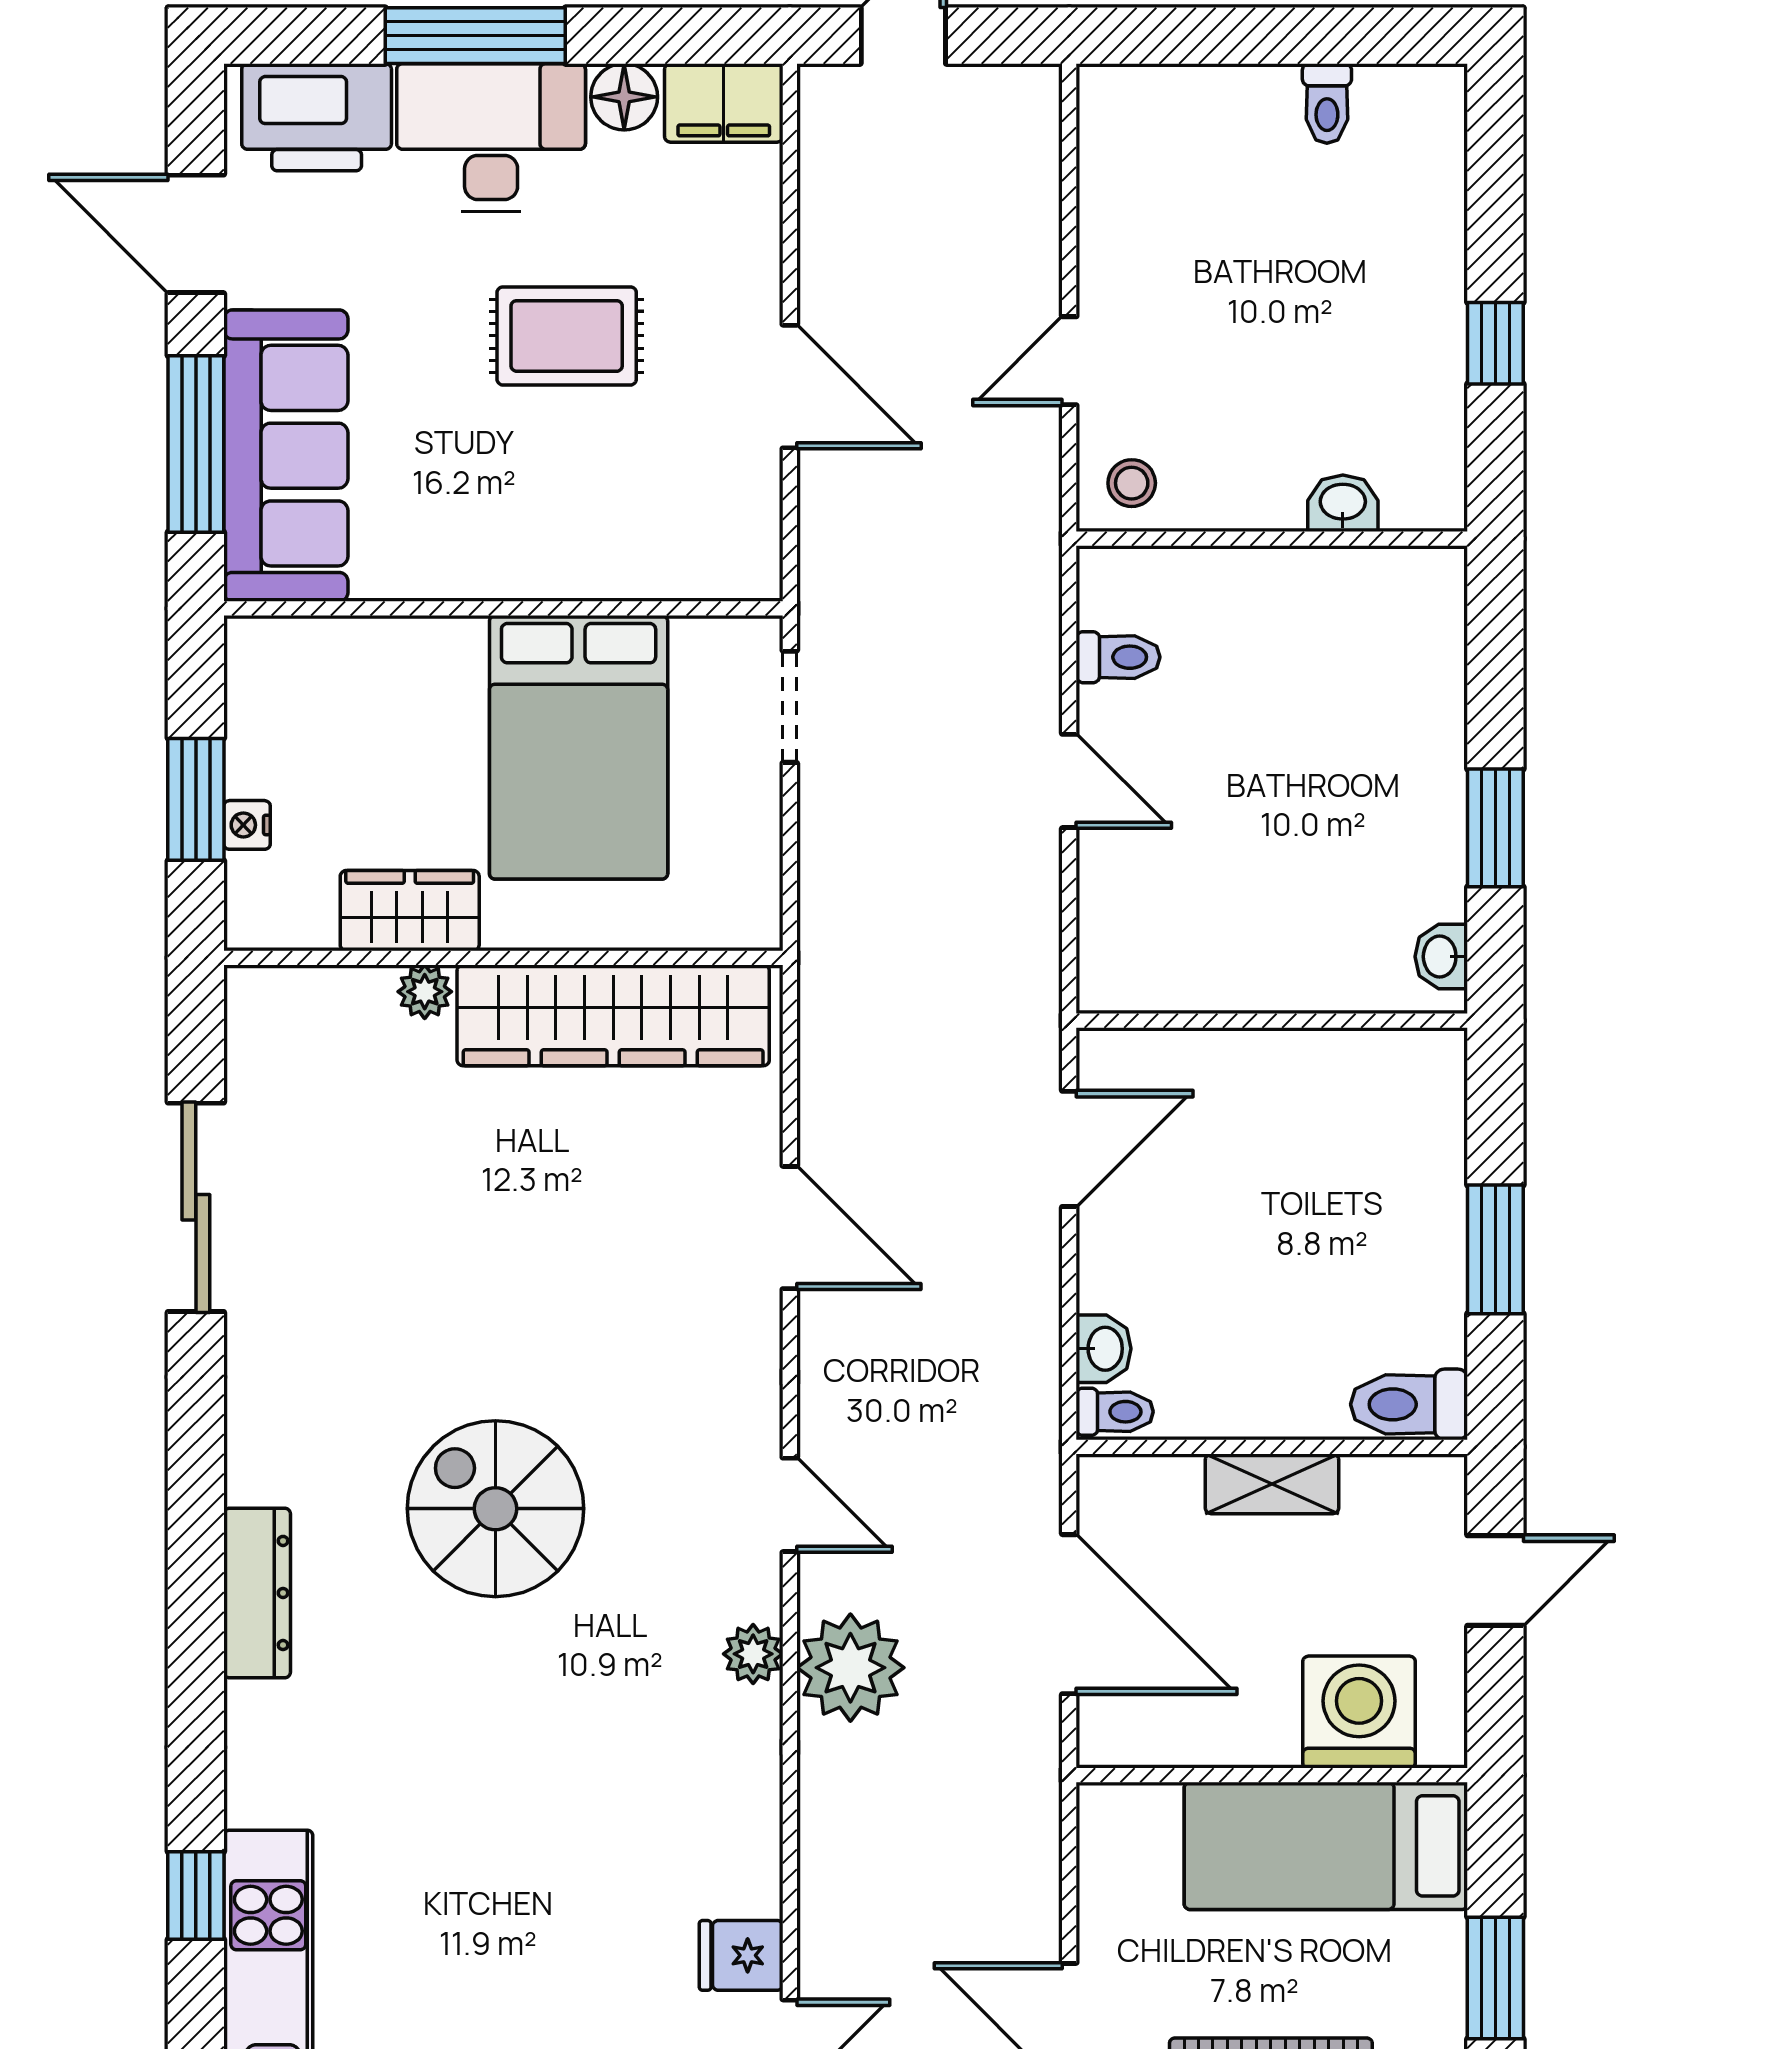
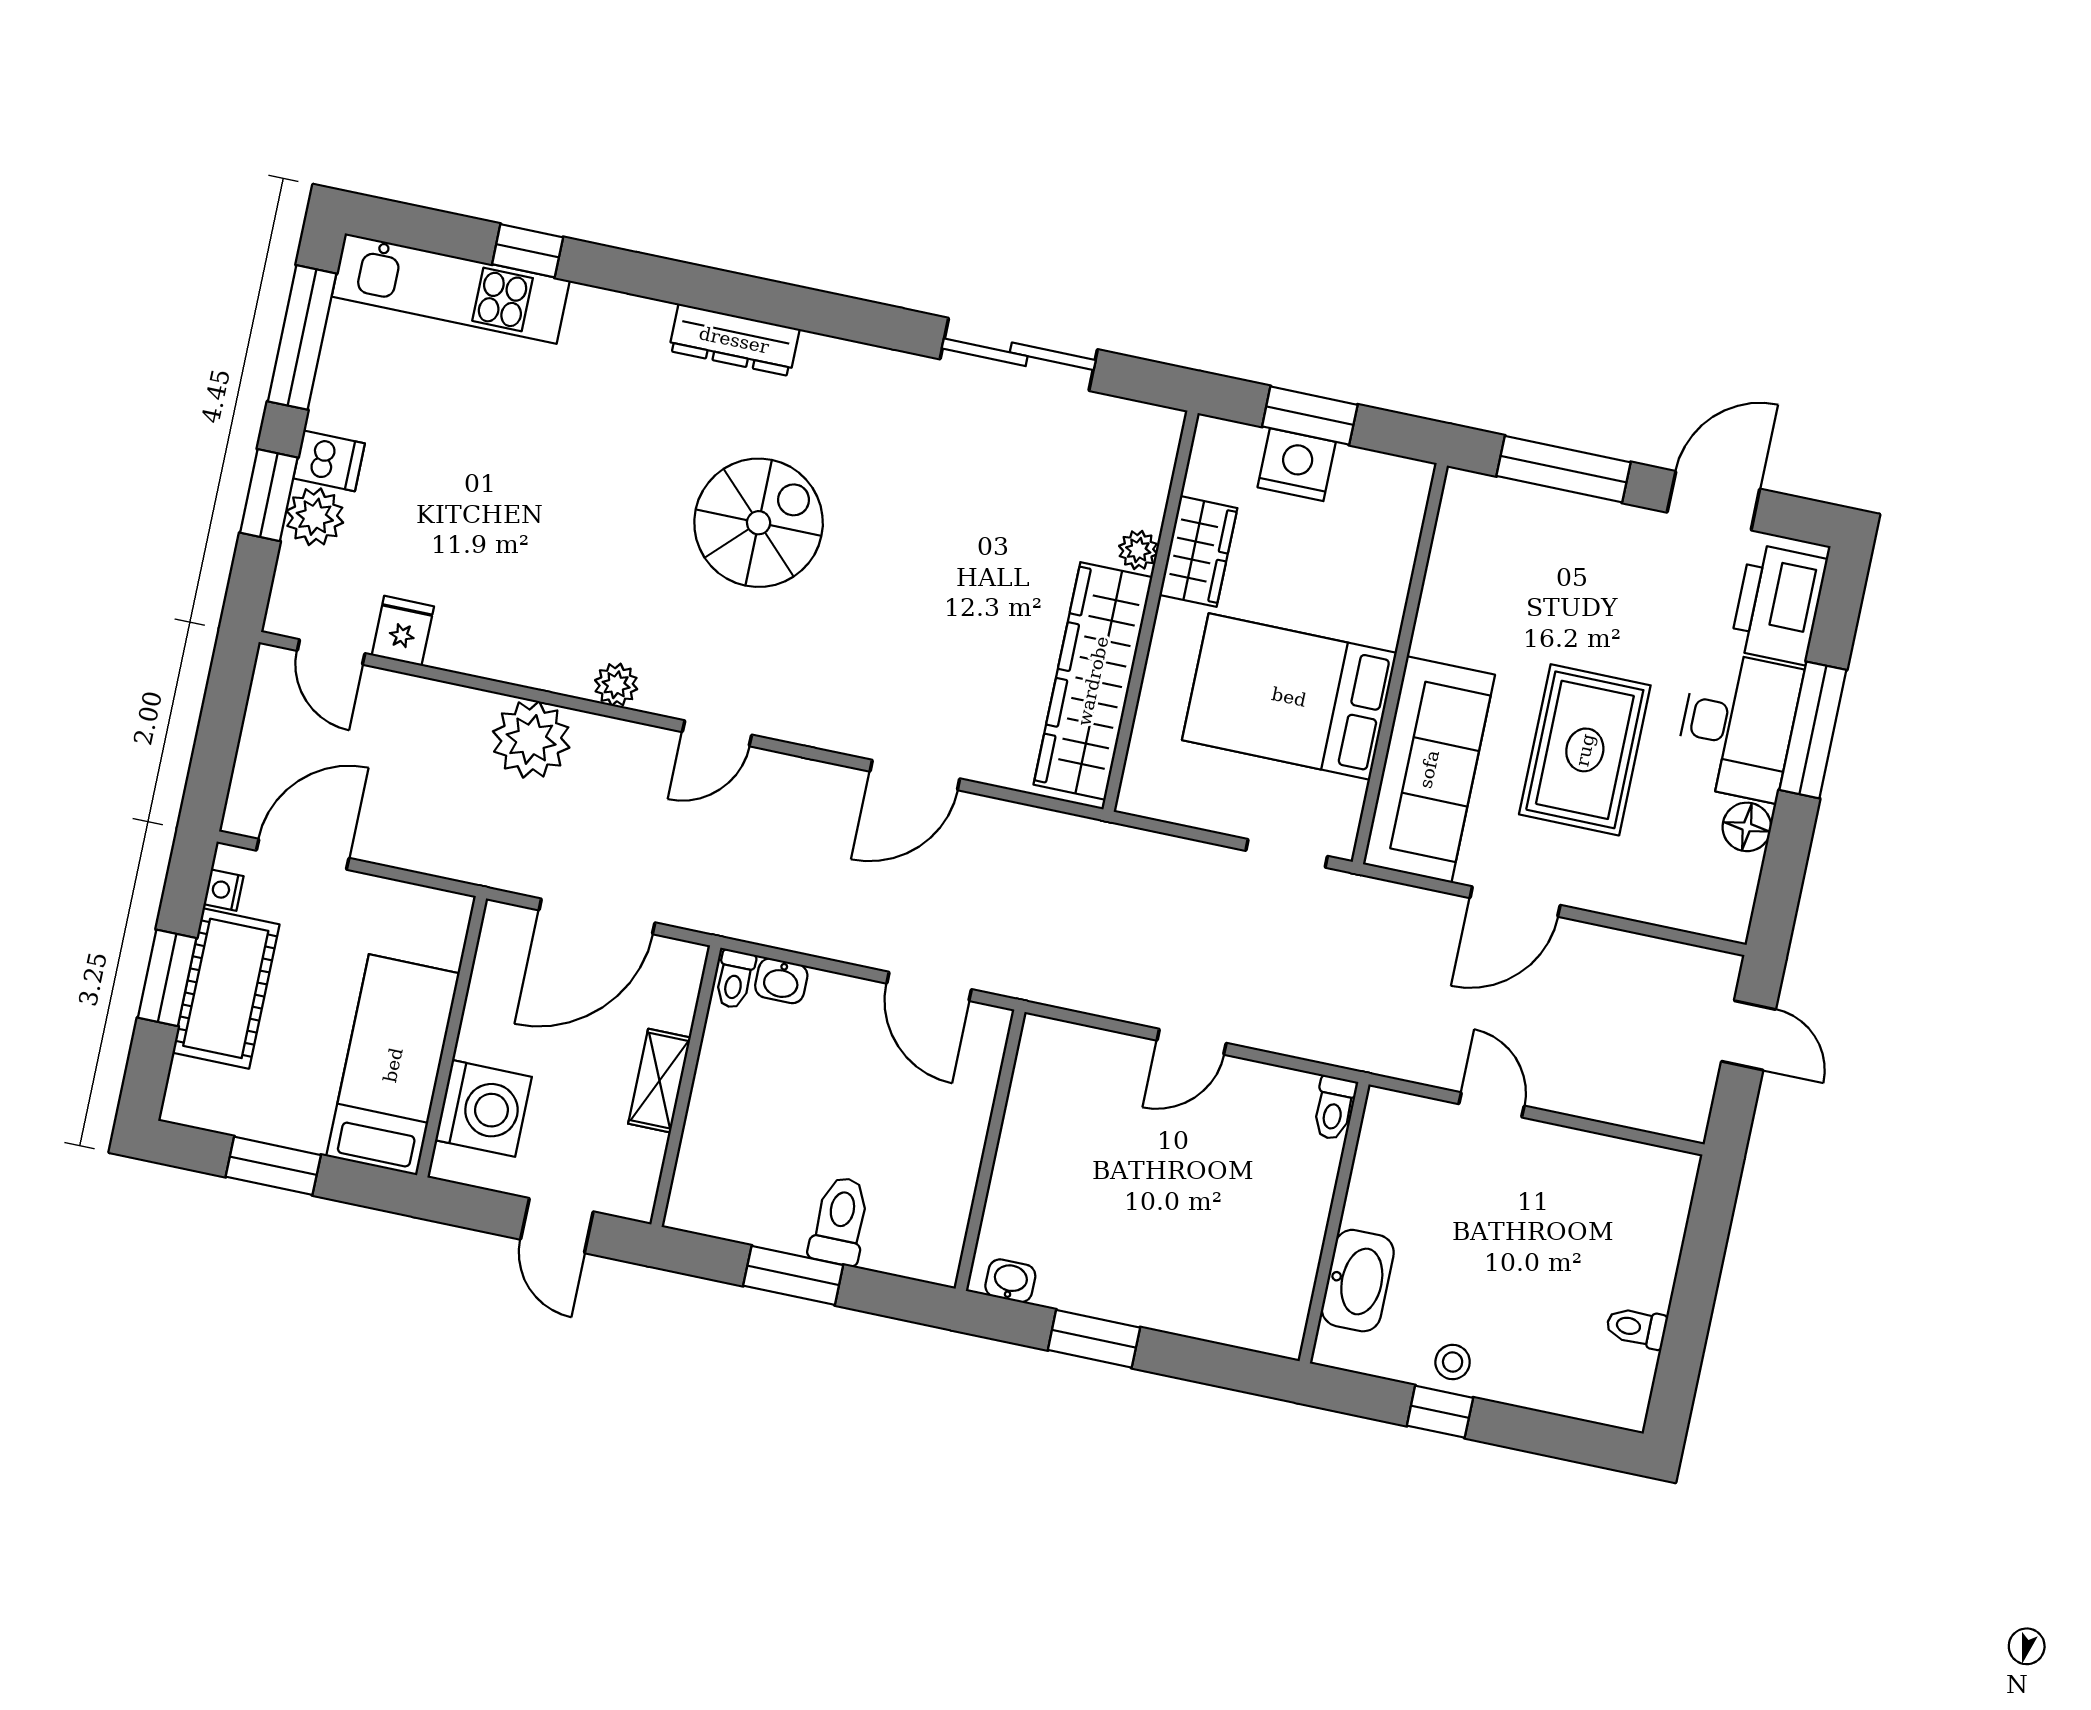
filing cabinet: (724, 103) -> (1728, 897), removed
rug: (567, 336) -> (1585, 750), width x1.36, depth x1.43
sofa: (286, 456) -> (1429, 769), moved, turned -90
stool: (1132, 483) -> (1453, 1362), moved
washbasin: (1343, 503) -> (1358, 1281), width x1.91, depth x1.45
toilet: (1118, 657) -> (1334, 1108), moved
nightstand: (247, 825) -> (1297, 465), width x1.89, depth x1.79
toilet: (1409, 1404) -> (840, 1221), moved
plant: (850, 1668) -> (531, 739), moved

